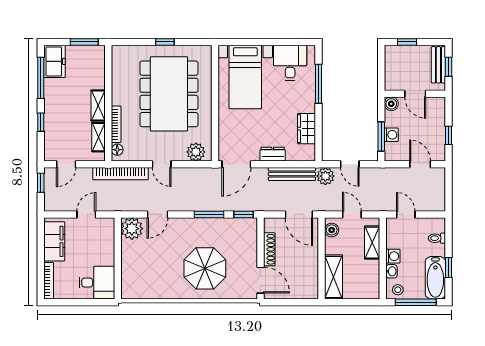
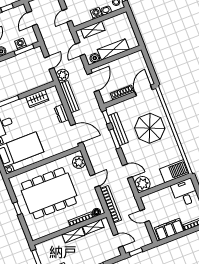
bench: (221, 224) -> (118, 129), added
shelving: (334, 277) -> (113, 49), moved
barbecue: (132, 280) -> (174, 171), added

